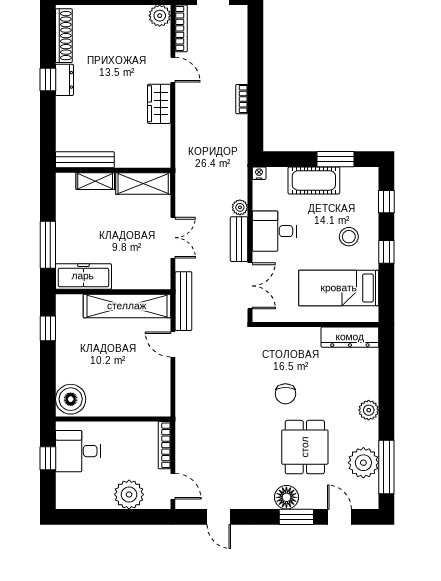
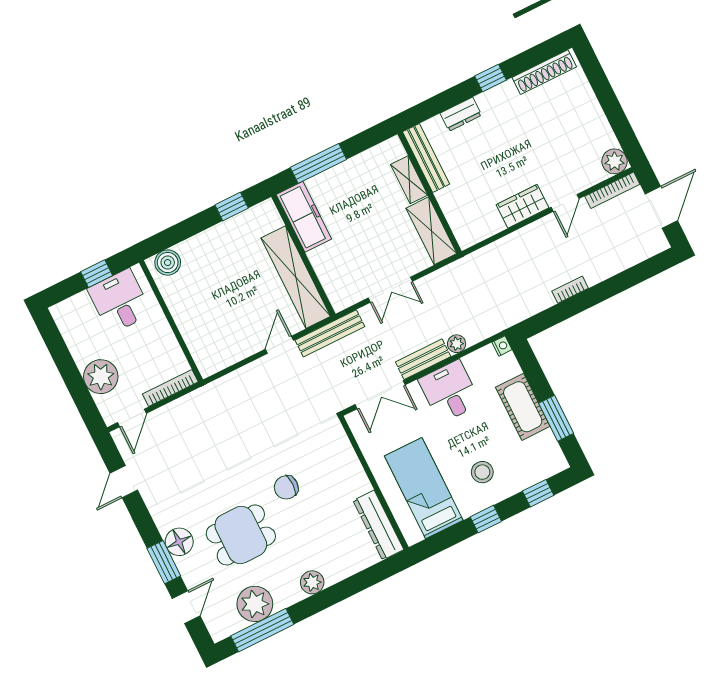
dresser: (64, 80) -> (461, 114), moved
boiler: (71, 399) -> (168, 263), width x0.73, depth x0.73

